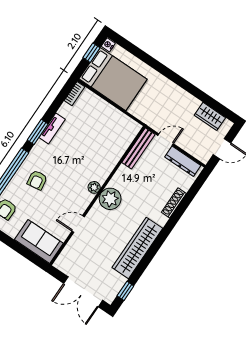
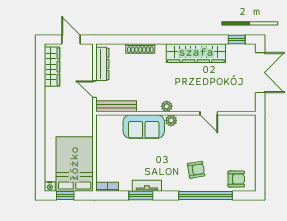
wardrobe: (210, 116) -> (52, 67), width x1.50
window: (38, 132) -> (141, 195), moved
plant: (110, 199) -> (167, 106), width x0.53, depth x0.53
sofa: (39, 241) -> (144, 127), moved, turned -90

